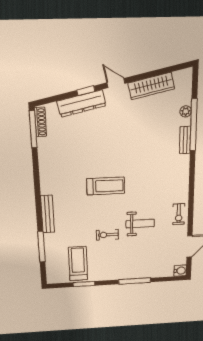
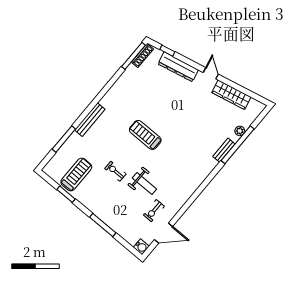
window: (86, 91) -> (167, 51), moved
treadmill: (106, 186) -> (145, 135), turned 180
exercise bike: (179, 214) -> (154, 211), moved

